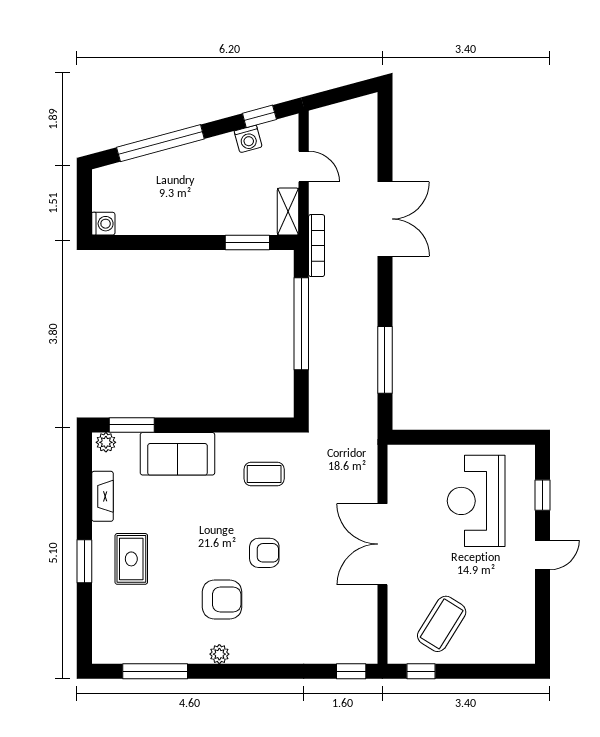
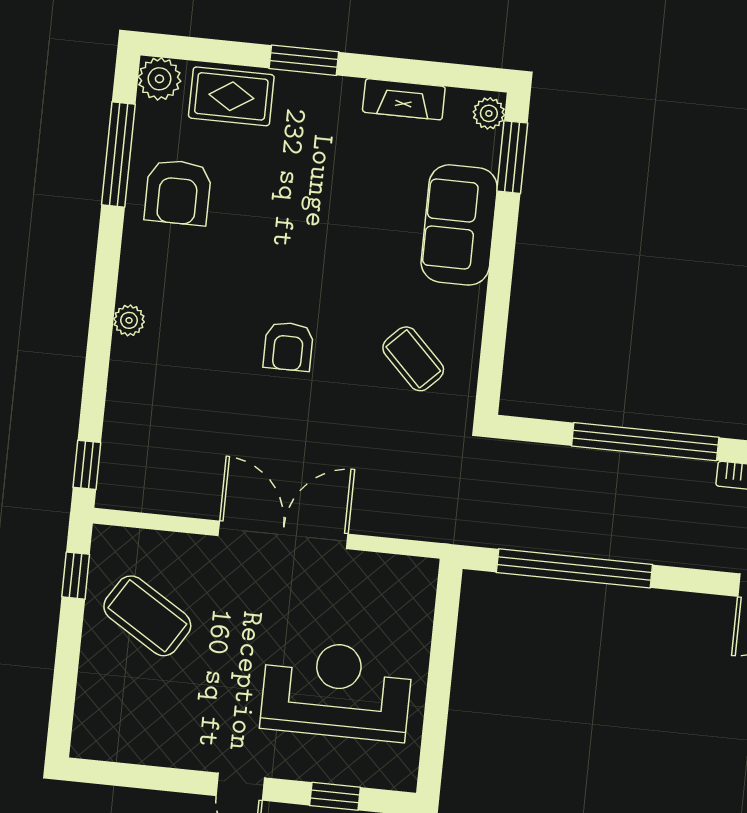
window: (385, 360) -> (574, 568), width x1.46
coffee table: (264, 474) -> (413, 359), turned -45
rug: (131, 559) -> (231, 96), moved
armchair: (222, 599) -> (178, 192), moved
plant: (105, 650) -> (159, 79), added
plant: (219, 654) -> (129, 320), moved

